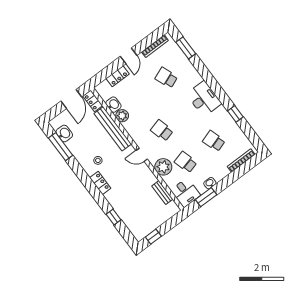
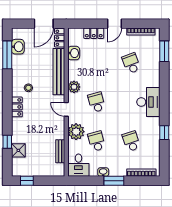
plant: (122, 116) -> (74, 87), moved
window: (206, 197) -> (114, 181), moved
shower: (128, 217) -> (18, 150), added

